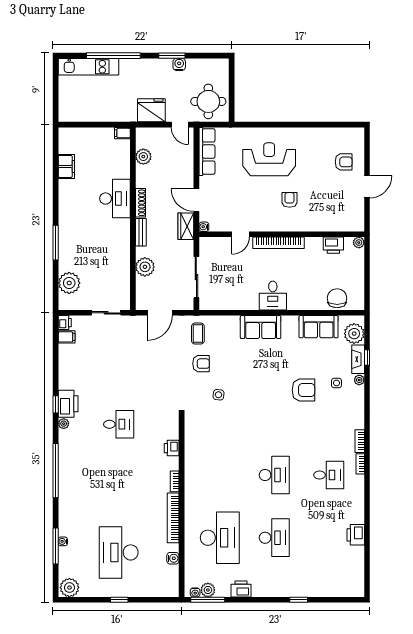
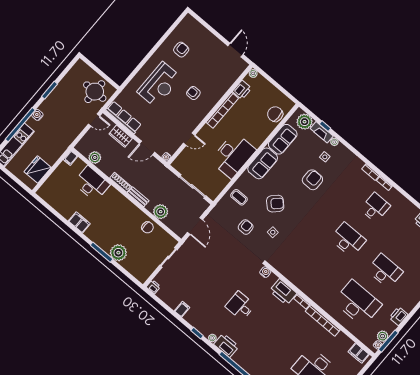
water cooler: (179, 64) -> (37, 115), moved
fridge: (151, 110) -> (38, 170), moved
reception desk: (269, 159) -> (159, 85), turned 180
armchair: (344, 162) -> (181, 50), moved
filing cabinet: (66, 166) -> (79, 222), moved
door: (367, 187) -> (235, 50), moved
desk: (115, 199) -> (92, 184), moved
wardrobe: (186, 226) -> (121, 136), moved
door: (241, 234) -> (189, 139), hinge flipped
bookcase: (278, 243) -> (222, 110), moved
chair: (119, 267) -> (147, 227), added
plant: (69, 283) -> (118, 253), moved
desk: (273, 296) -> (233, 155), width x1.87, depth x1.30
sofa: (261, 327) -> (263, 163), moved
coffee table: (198, 334) -> (239, 197), moved
filing cabinet: (67, 337) -> (182, 309), moved
armchair: (249, 373) -> (275, 204), added
printer: (68, 404) -> (226, 345), moved
desk: (119, 424) -> (240, 306), turned -90
printer: (172, 448) -> (283, 292), width x1.87, depth x1.48
water cooler: (173, 558) -> (265, 272), moved
filing cabinet: (171, 581) -> (359, 353), added

